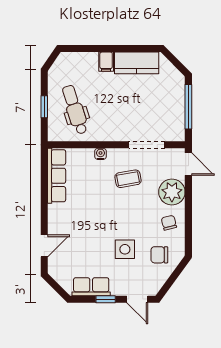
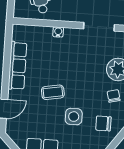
row of seats: (57, 176) -> (17, 66), moved
coffee table: (128, 179) -> (53, 92), moved

